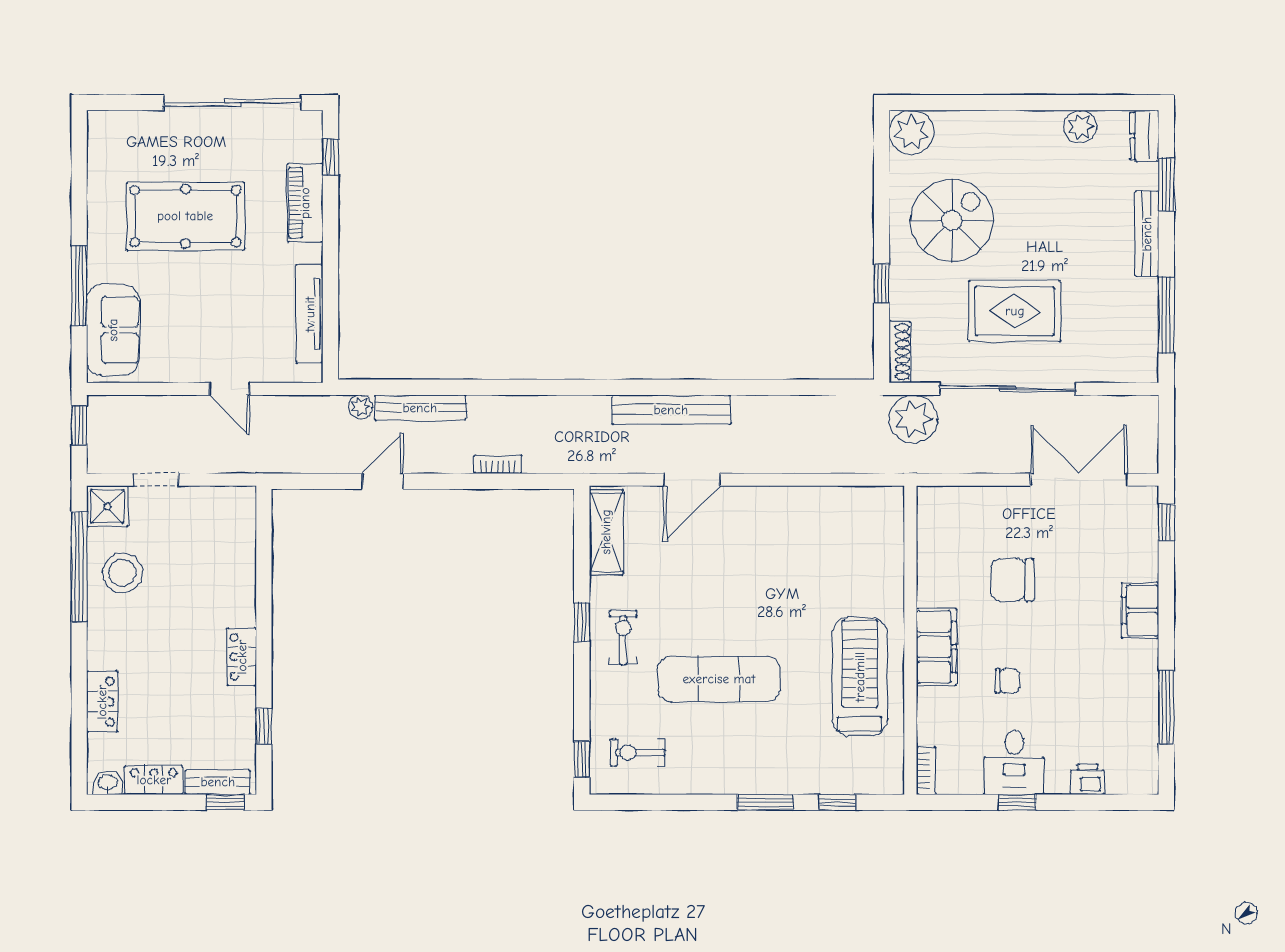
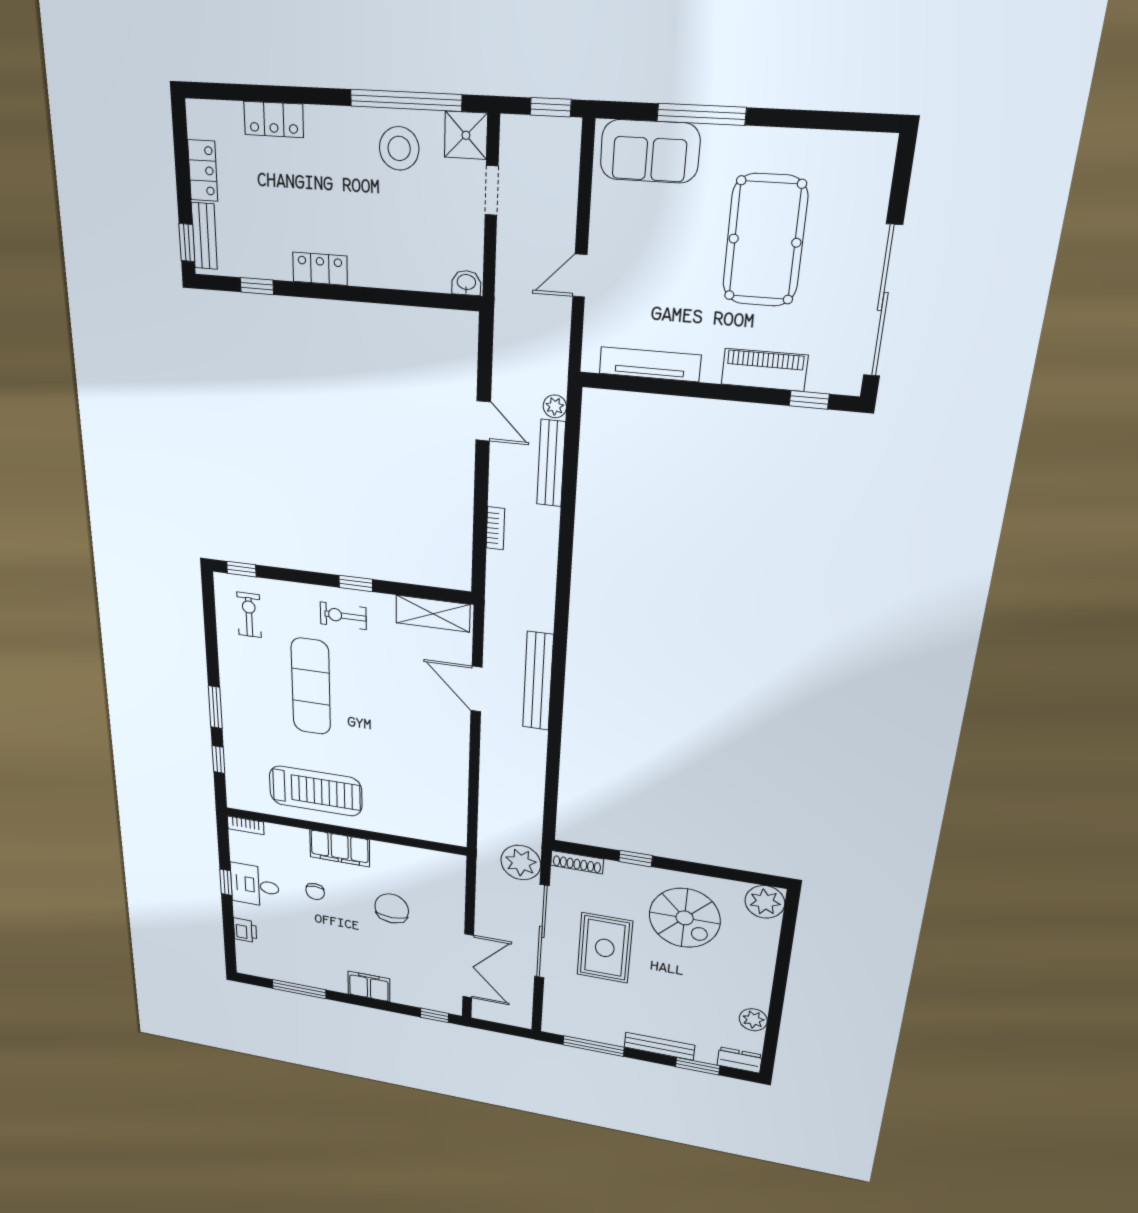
exercise bike: (623, 638) -> (343, 616), turned 180
washbasin: (108, 783) -> (466, 283), moved, turned -90

